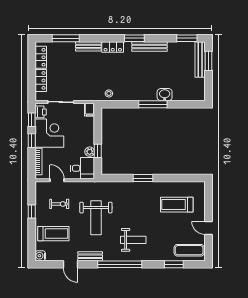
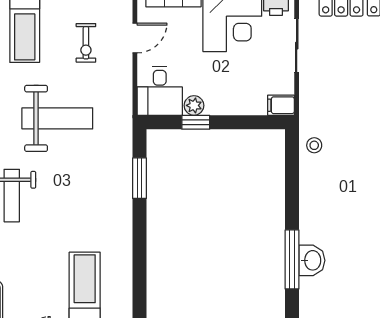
window: (153, 104) -> (292, 259), moved
window: (143, 178) -> (139, 178), moved
weight bench: (96, 218) -> (57, 118), turned 180

